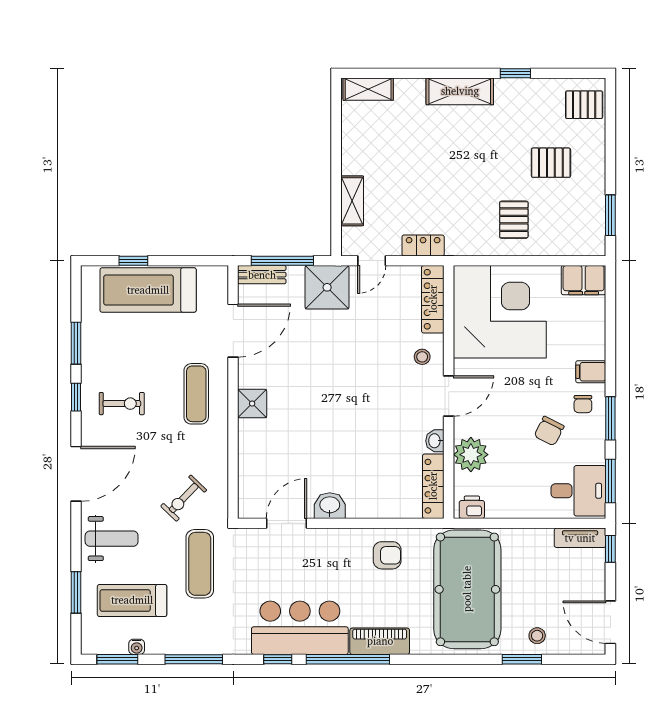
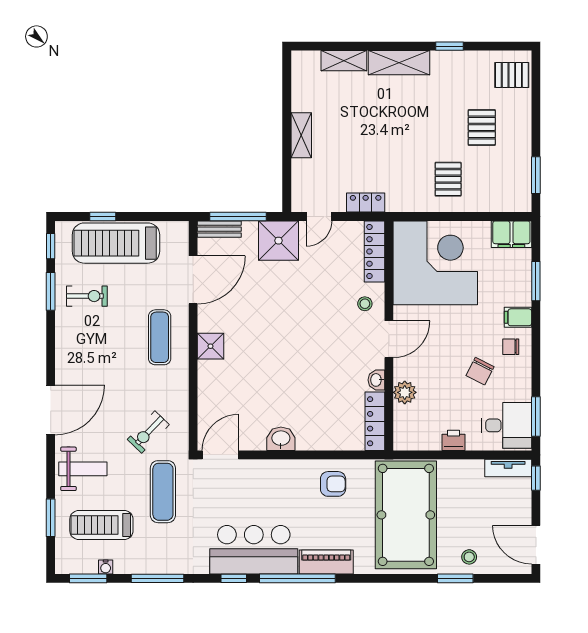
shelving: (368, 89) -> (344, 61), moved
pallet: (551, 163) -> (482, 128), turned 90
shelving: (352, 201) -> (301, 135), moved
window: (76, 397) -> (51, 246), moved
exercise bike: (122, 404) -> (87, 296), moved
chair: (583, 404) -> (511, 347), turned 90
window: (610, 418) -> (536, 281), moved
plant: (471, 455) -> (405, 392), width x0.73, depth x0.73
printer: (472, 507) -> (454, 440), moved
door: (287, 523) -> (220, 455), moved

